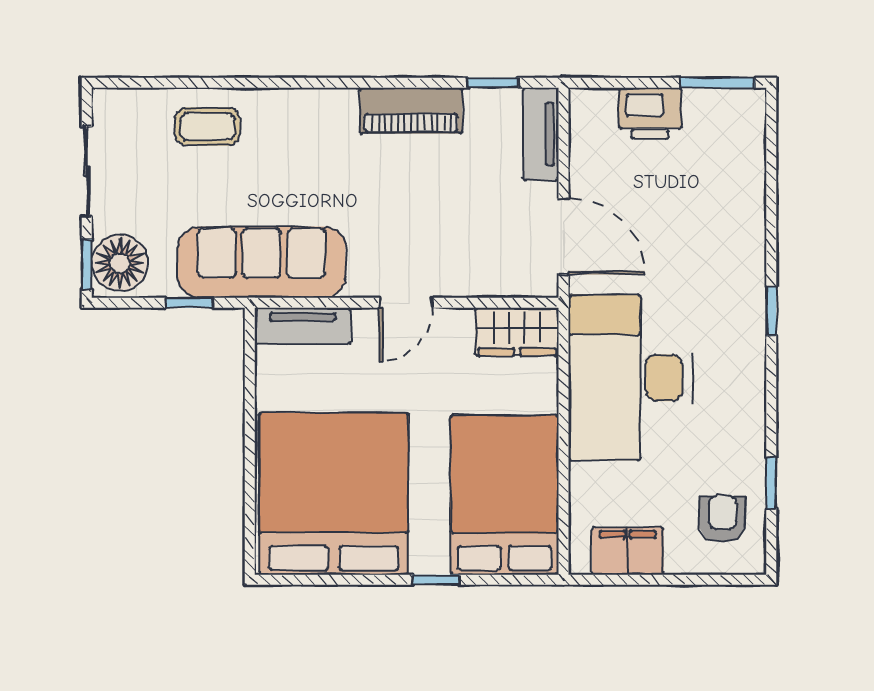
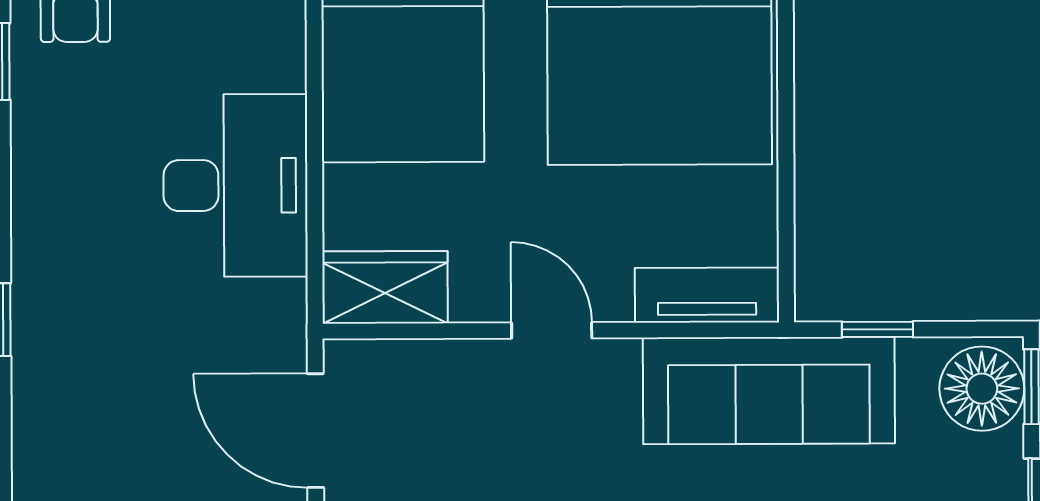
door: (406, 303) -> (552, 330), hinge flipped
desk: (631, 378) -> (235, 185), width x0.73, depth x0.77

